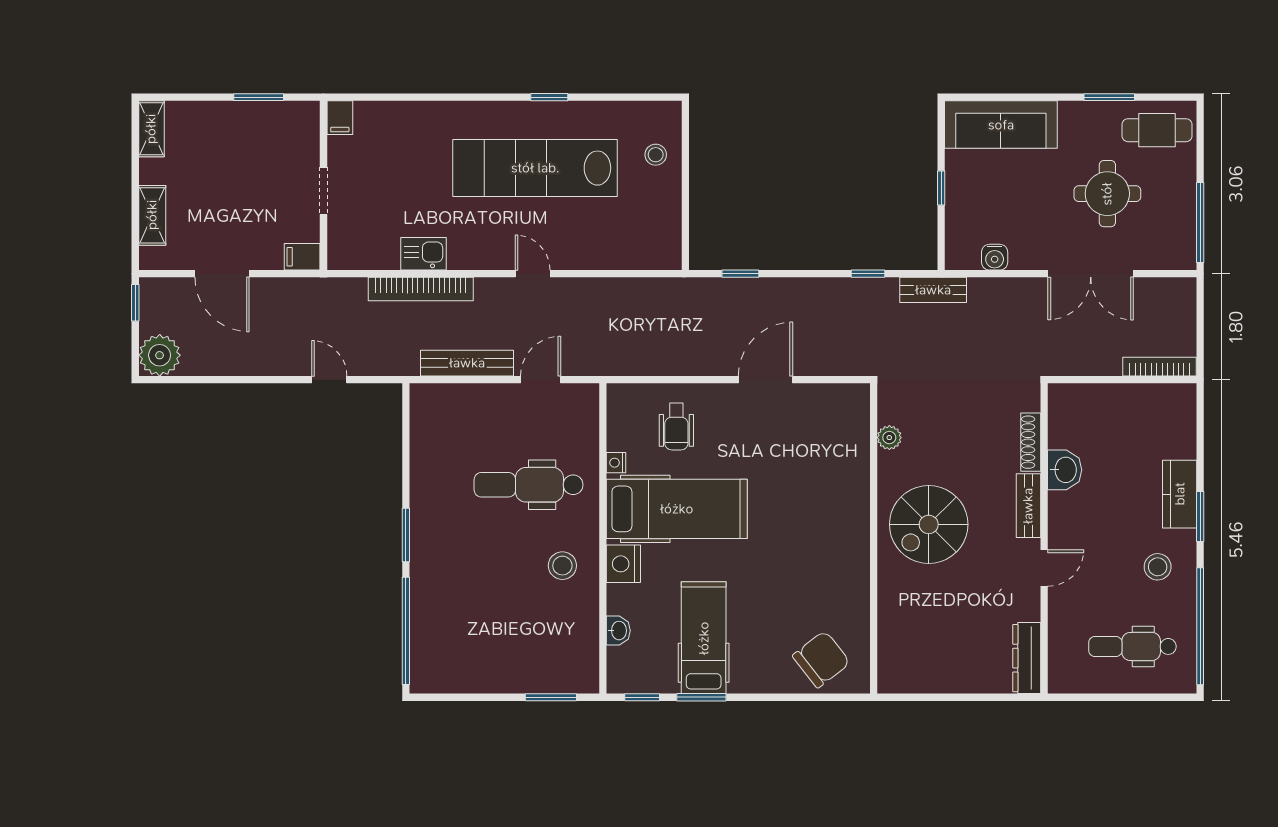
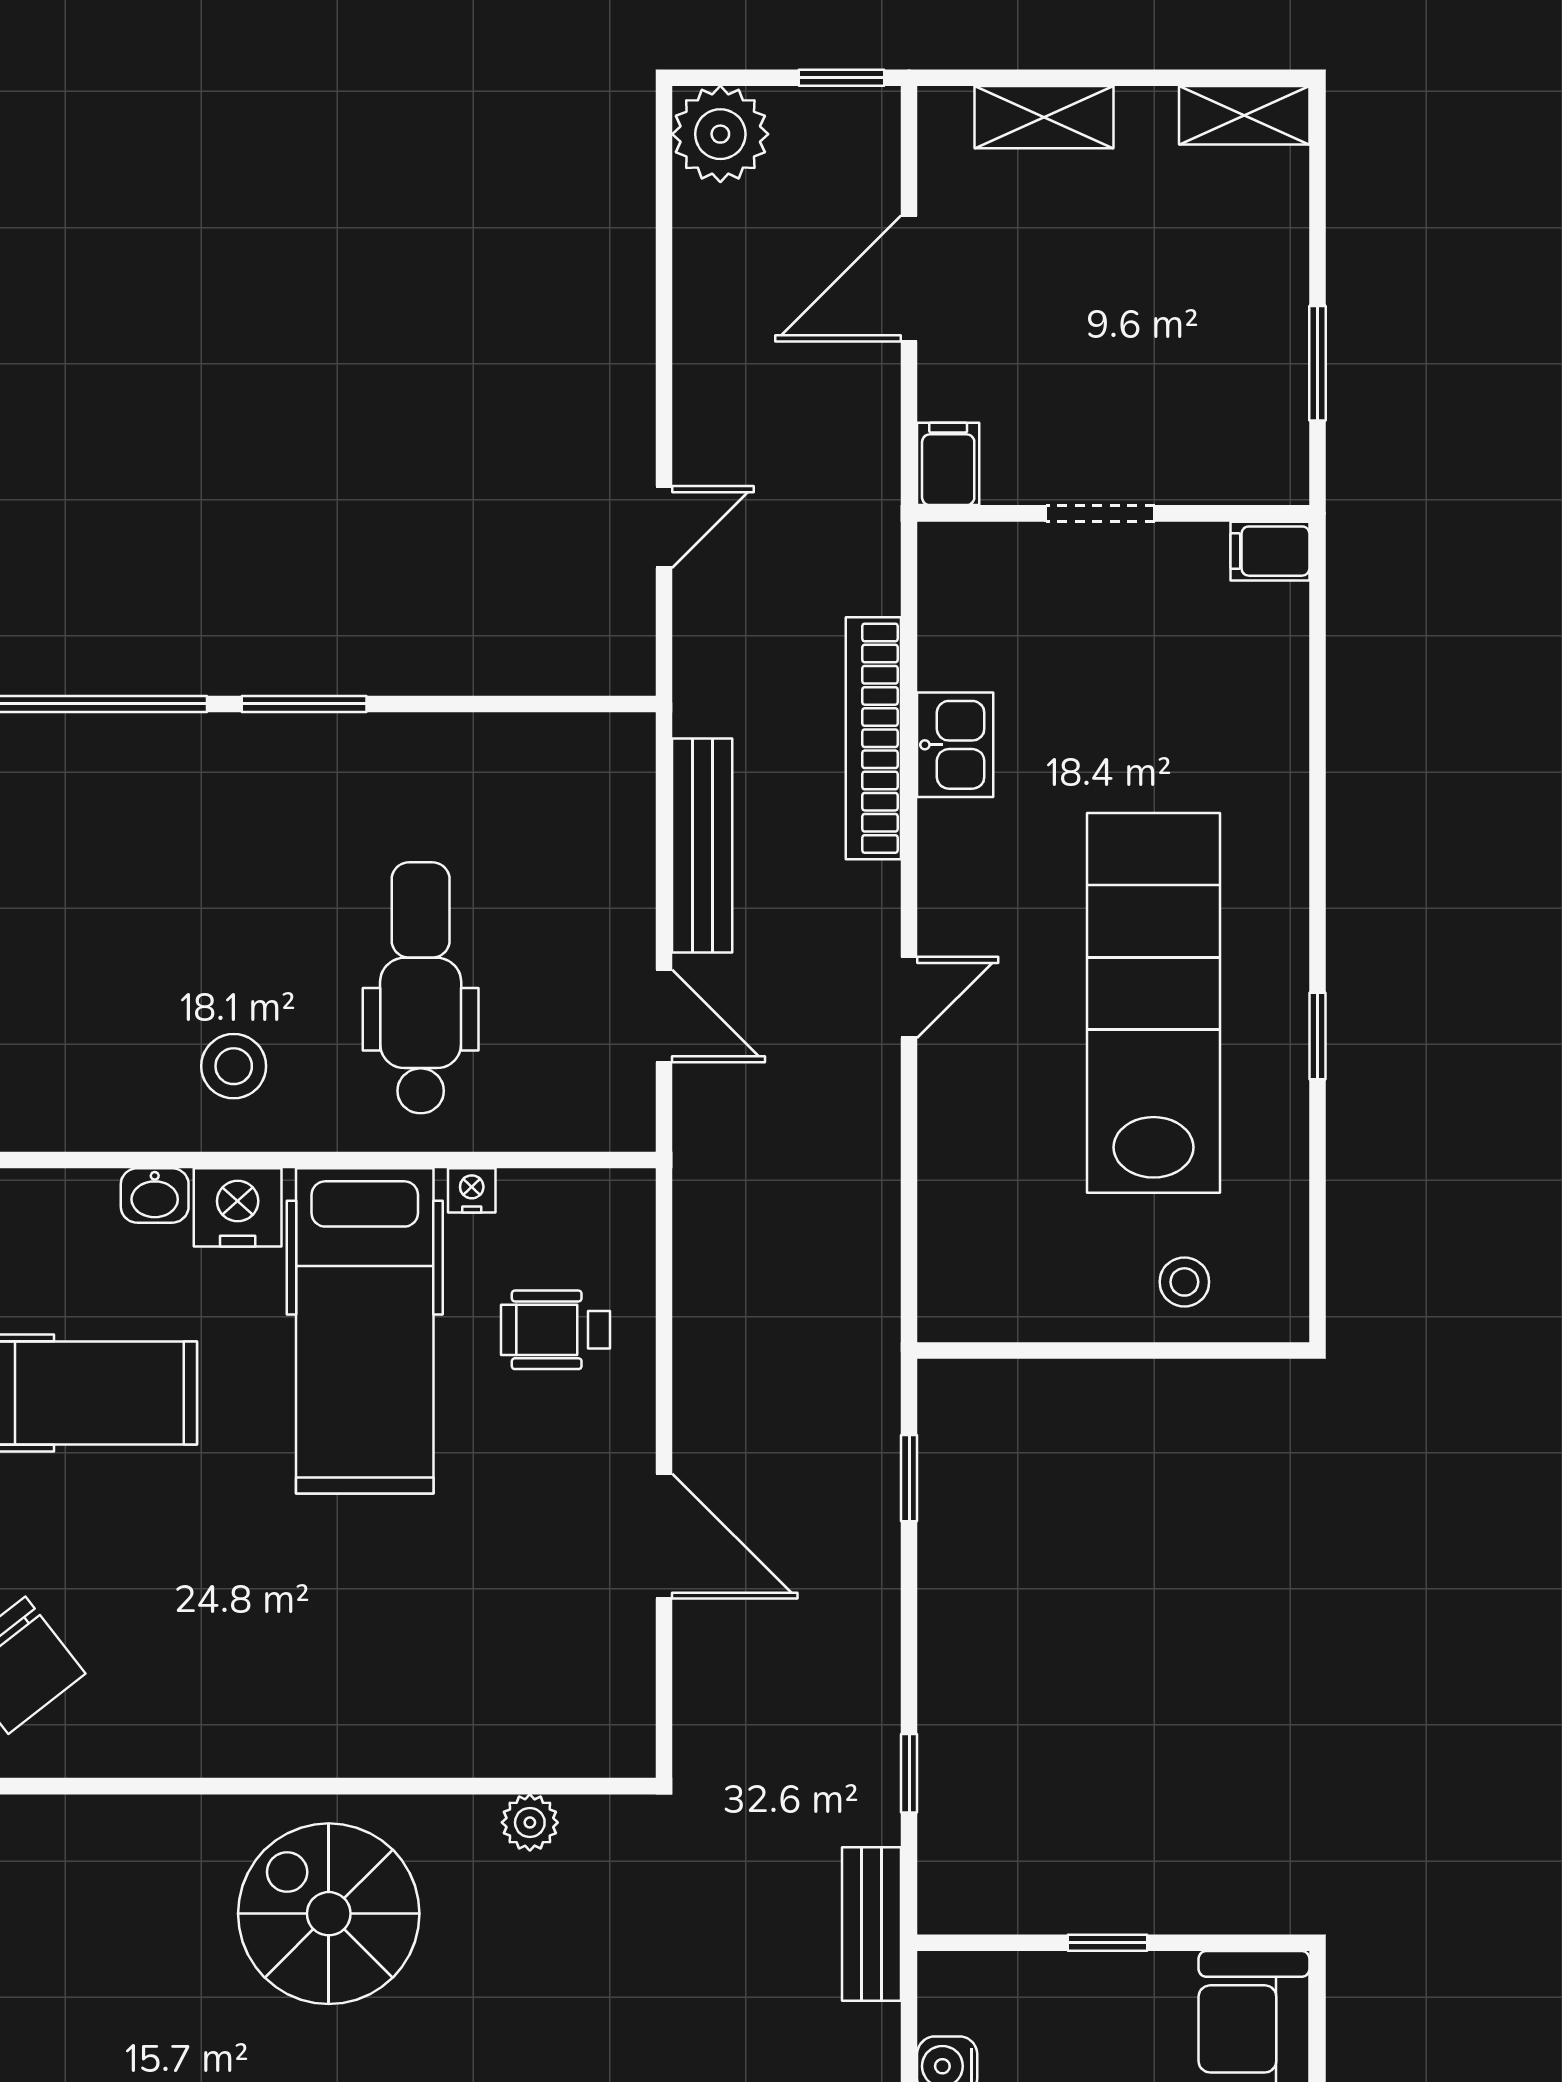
washbasin: (618, 631) -> (155, 1195), moved

